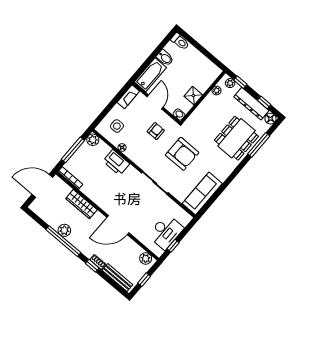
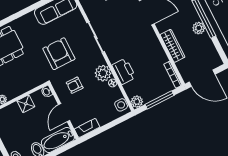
side table: (117, 126) -> (121, 105), moved
plant: (135, 153) -> (103, 73), added

